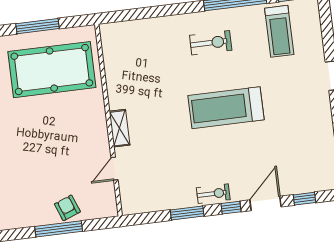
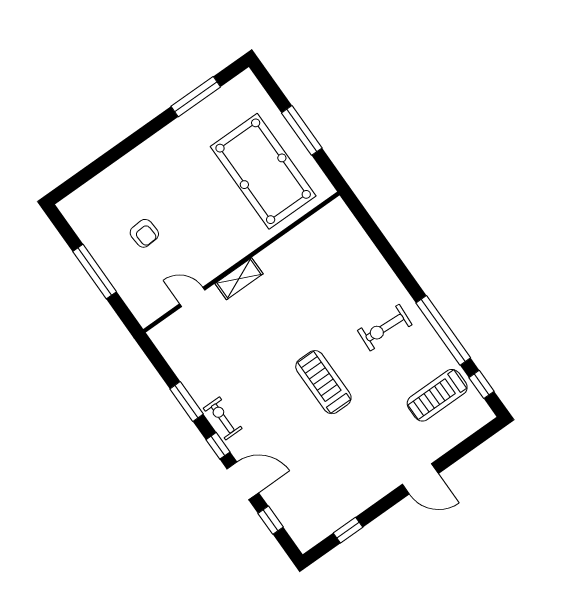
exercise bike: (211, 43) -> (385, 328), turned 93
treadmill: (226, 108) -> (323, 382), width x0.73, depth x0.73
exercise bike: (213, 194) -> (223, 418), turned 180
armchair: (67, 208) -> (144, 233), moved, turned 107

